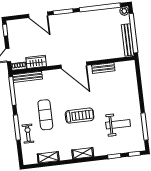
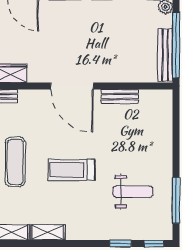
treadmill: (80, 116) -> (71, 170), turned 180
shelving: (83, 153) -> (48, 232), moved

